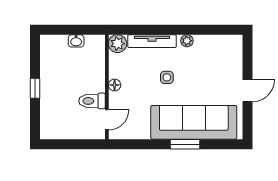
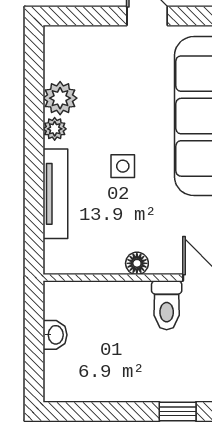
plant: (118, 44) -> (60, 98), moved
window: (35, 88) -> (178, 411), moved

